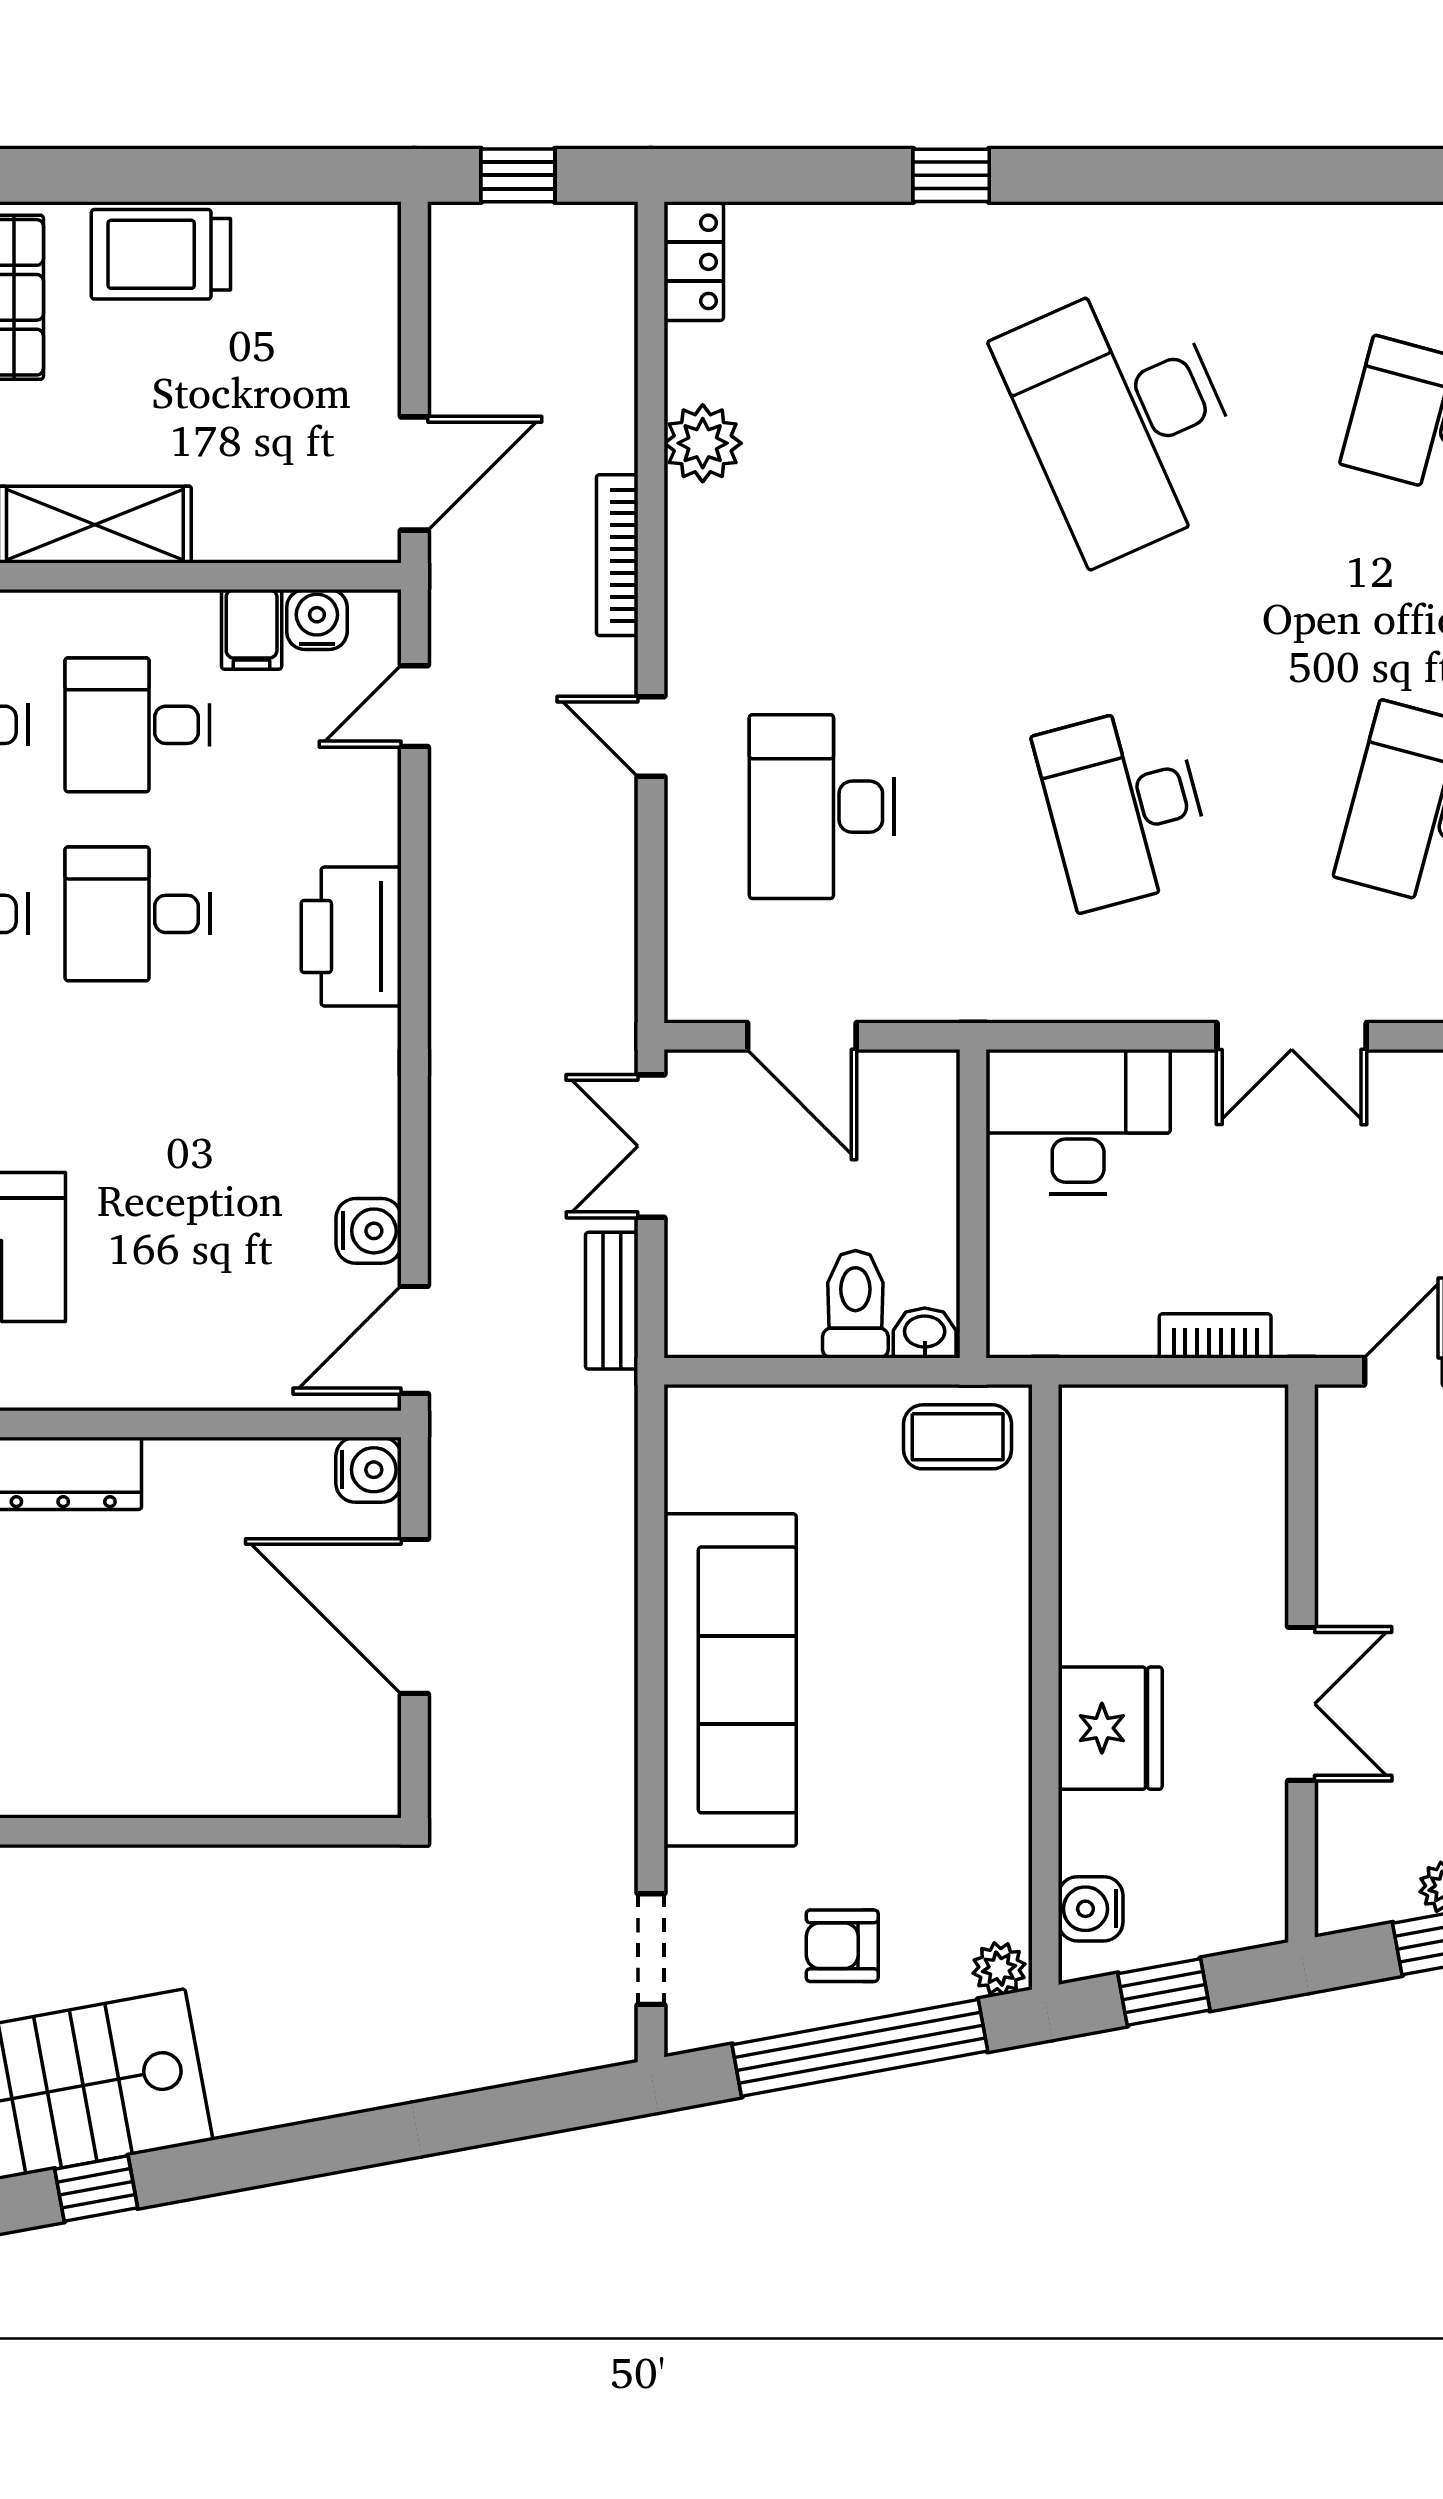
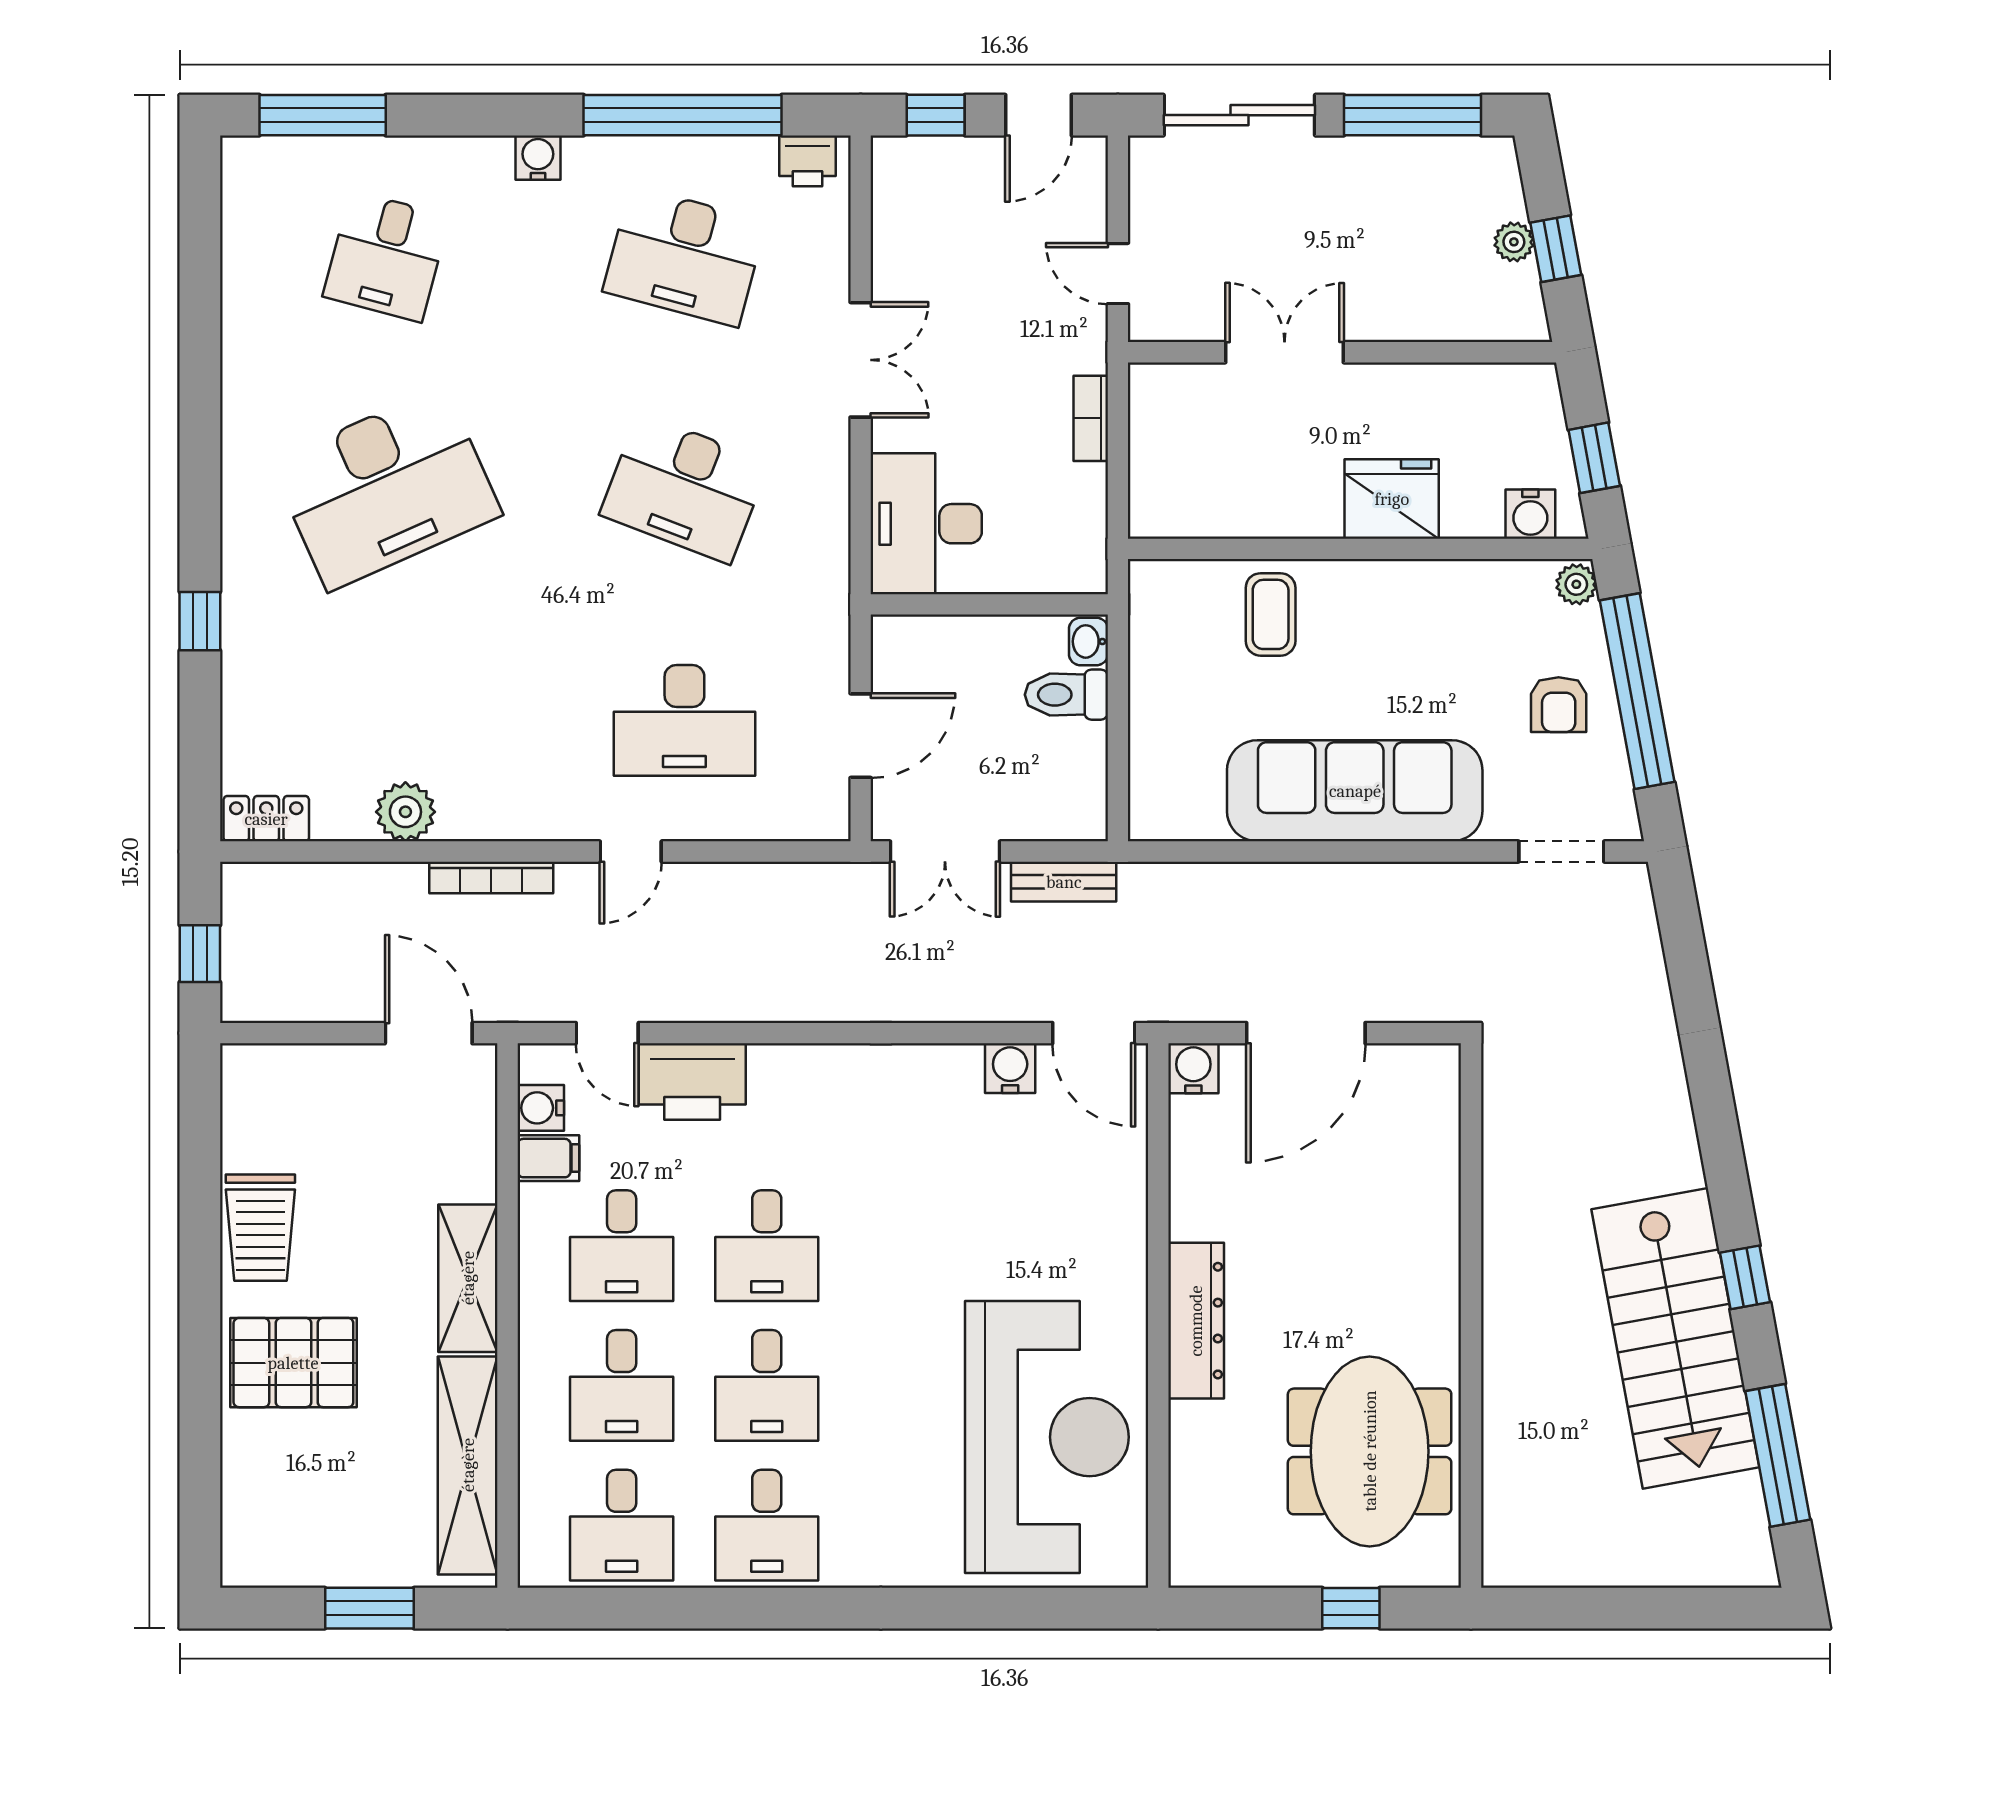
desk: (1124, 807) -> (684, 488), turned 36
printer: (351, 937) -> (692, 1082), moved
coffee table: (958, 1437) -> (1271, 614), moved
double door: (1301, 1704) -> (1285, 352), moved

